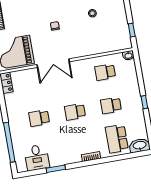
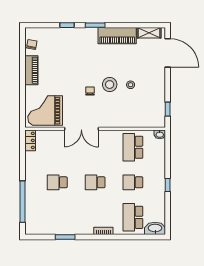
stool: (72, 16) -> (110, 85), added
school desk: (105, 72) -> (133, 147), width x1.85
desk: (37, 158) -> (48, 222), removed

